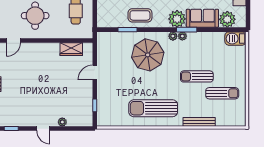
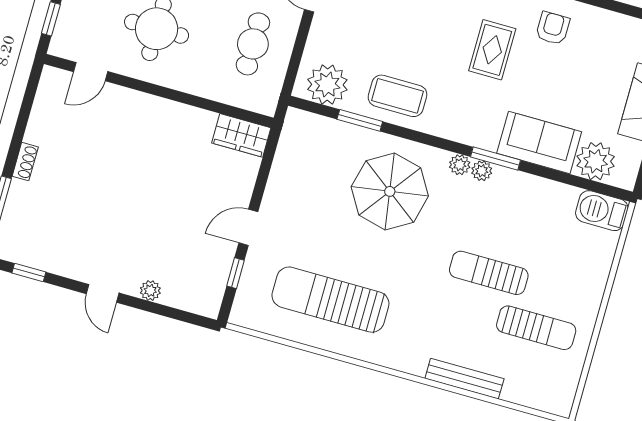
plant: (177, 19) -> (327, 85), moved
wardrobe: (71, 49) -> (241, 135), moved
door: (95, 73) -> (248, 227), moved
sun lounger: (153, 108) -> (330, 300), moved

